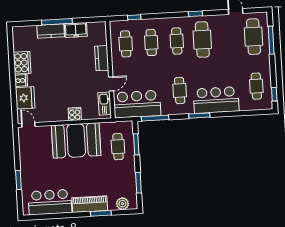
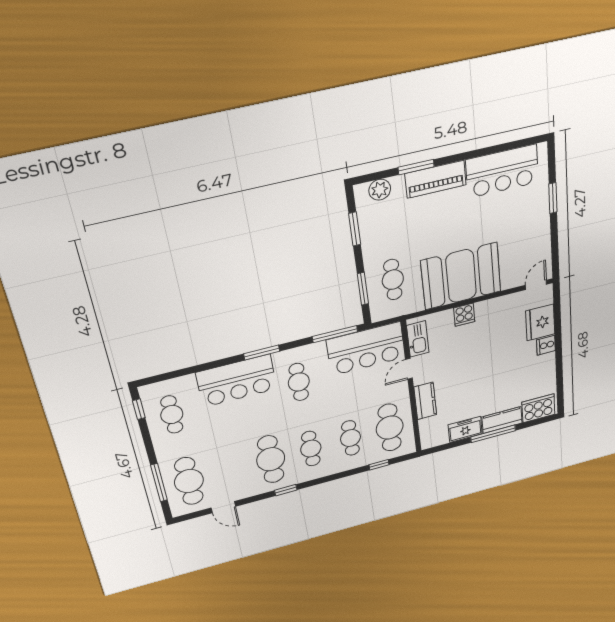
cafe table: (126, 44) -> (390, 428), width x1.37, depth x1.35
cooker: (22, 63) -> (538, 408), moved, turned 90
door: (28, 125) -> (536, 285), swing flipped

